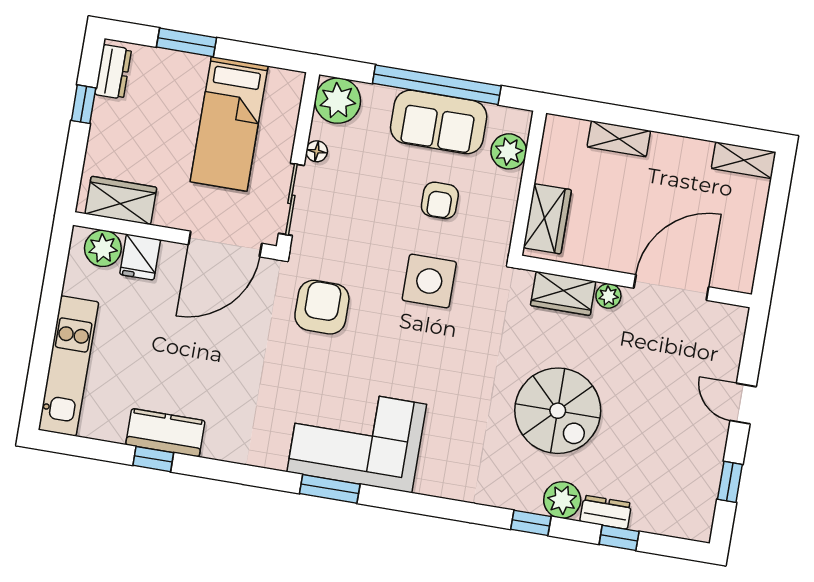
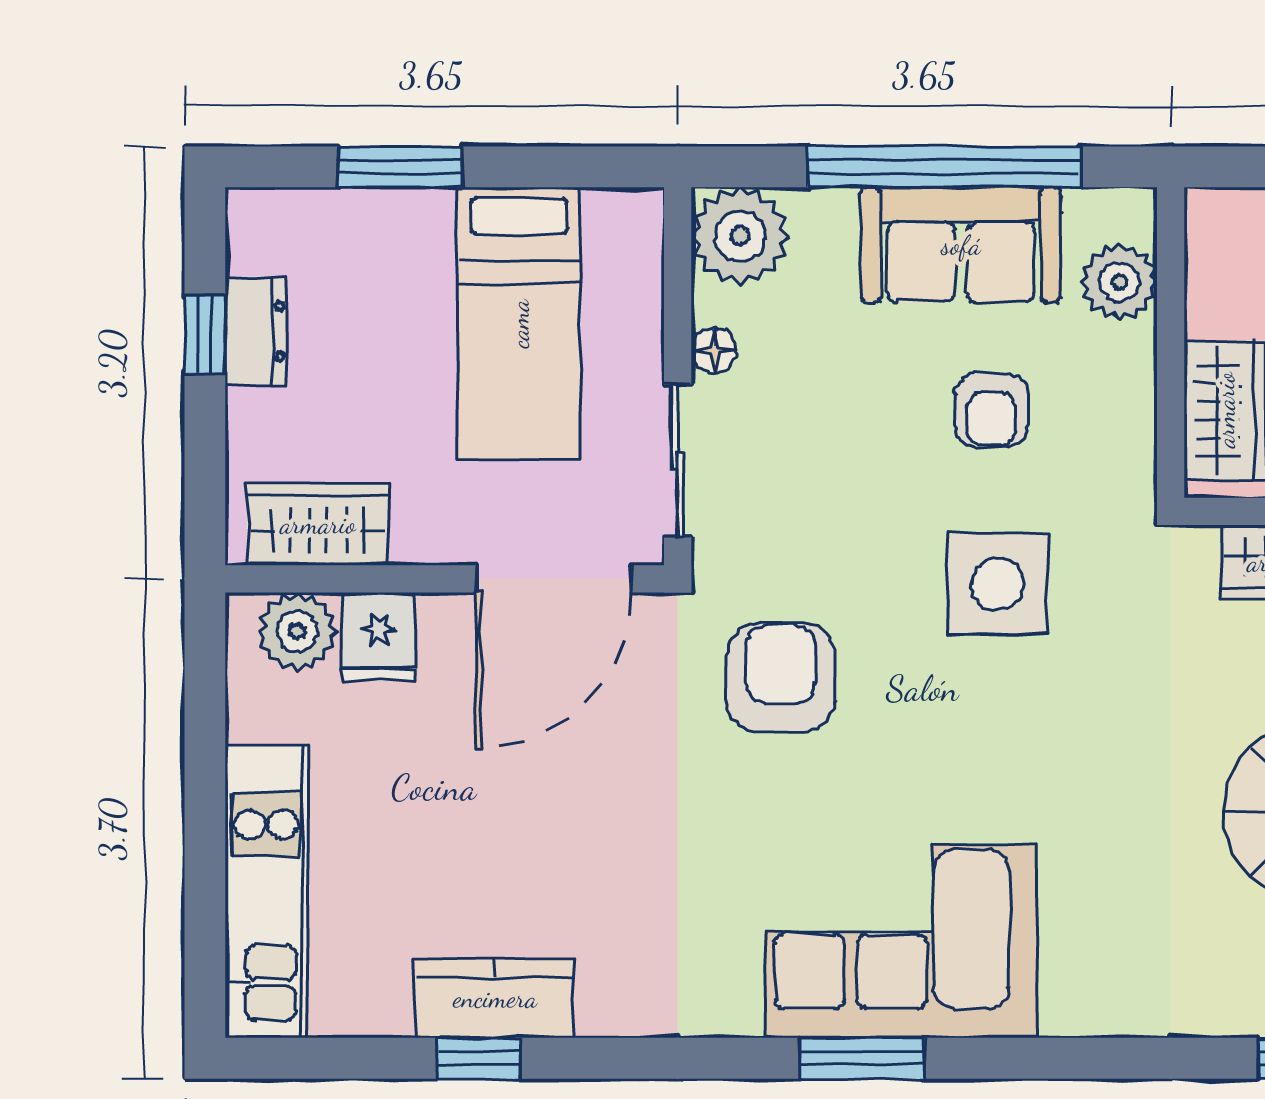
dresser: (113, 72) -> (256, 331), moved

